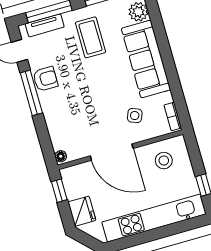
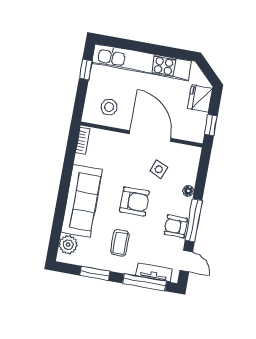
coffee table: (91, 37) -> (120, 243), width x0.73, depth x0.77
armchair: (96, 83) -> (134, 201), added
side table: (135, 116) -> (159, 169), moved
floor lamp: (61, 156) -> (188, 191), moved

